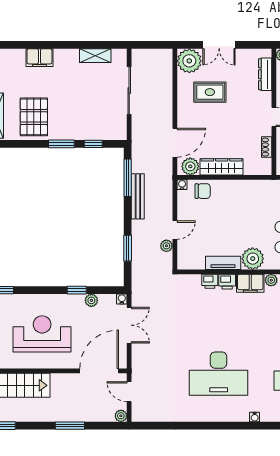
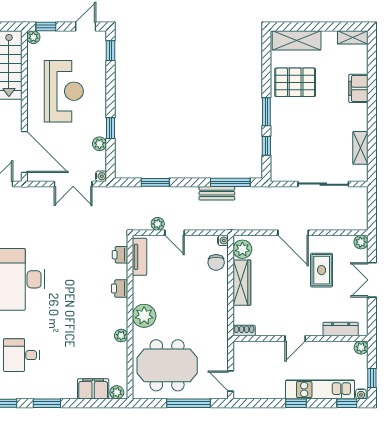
plant: (189, 61) -> (361, 242), width x0.53, depth x0.53
door: (175, 143) -> (293, 233), moved
shoe rack: (267, 147) -> (244, 331), moved
bench: (138, 196) -> (217, 193), width x0.73
tv unit: (223, 263) -> (140, 257), moved
printer: (210, 281) -> (120, 255), moved
filing cabinet: (250, 283) -> (118, 313), removed

